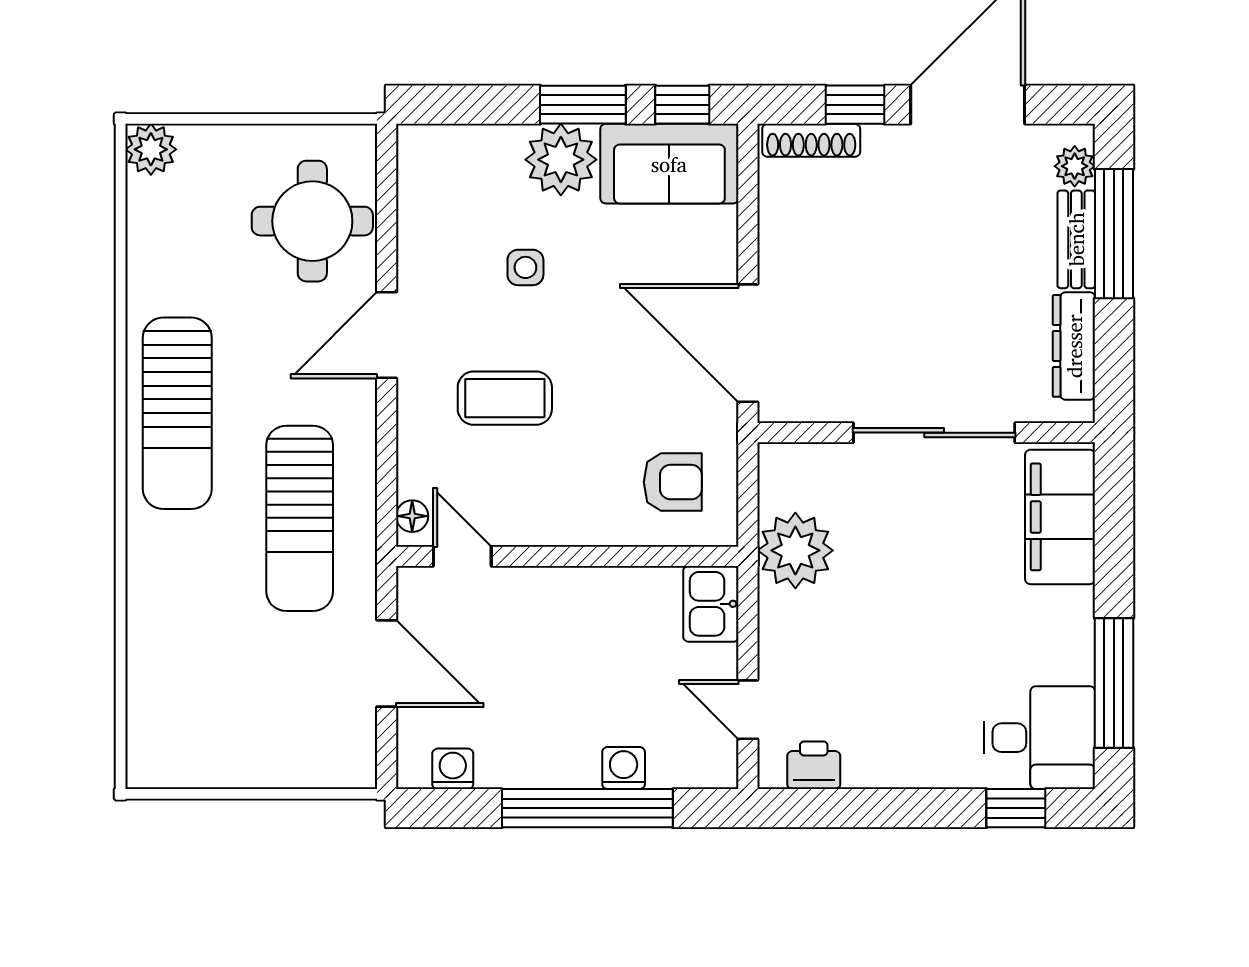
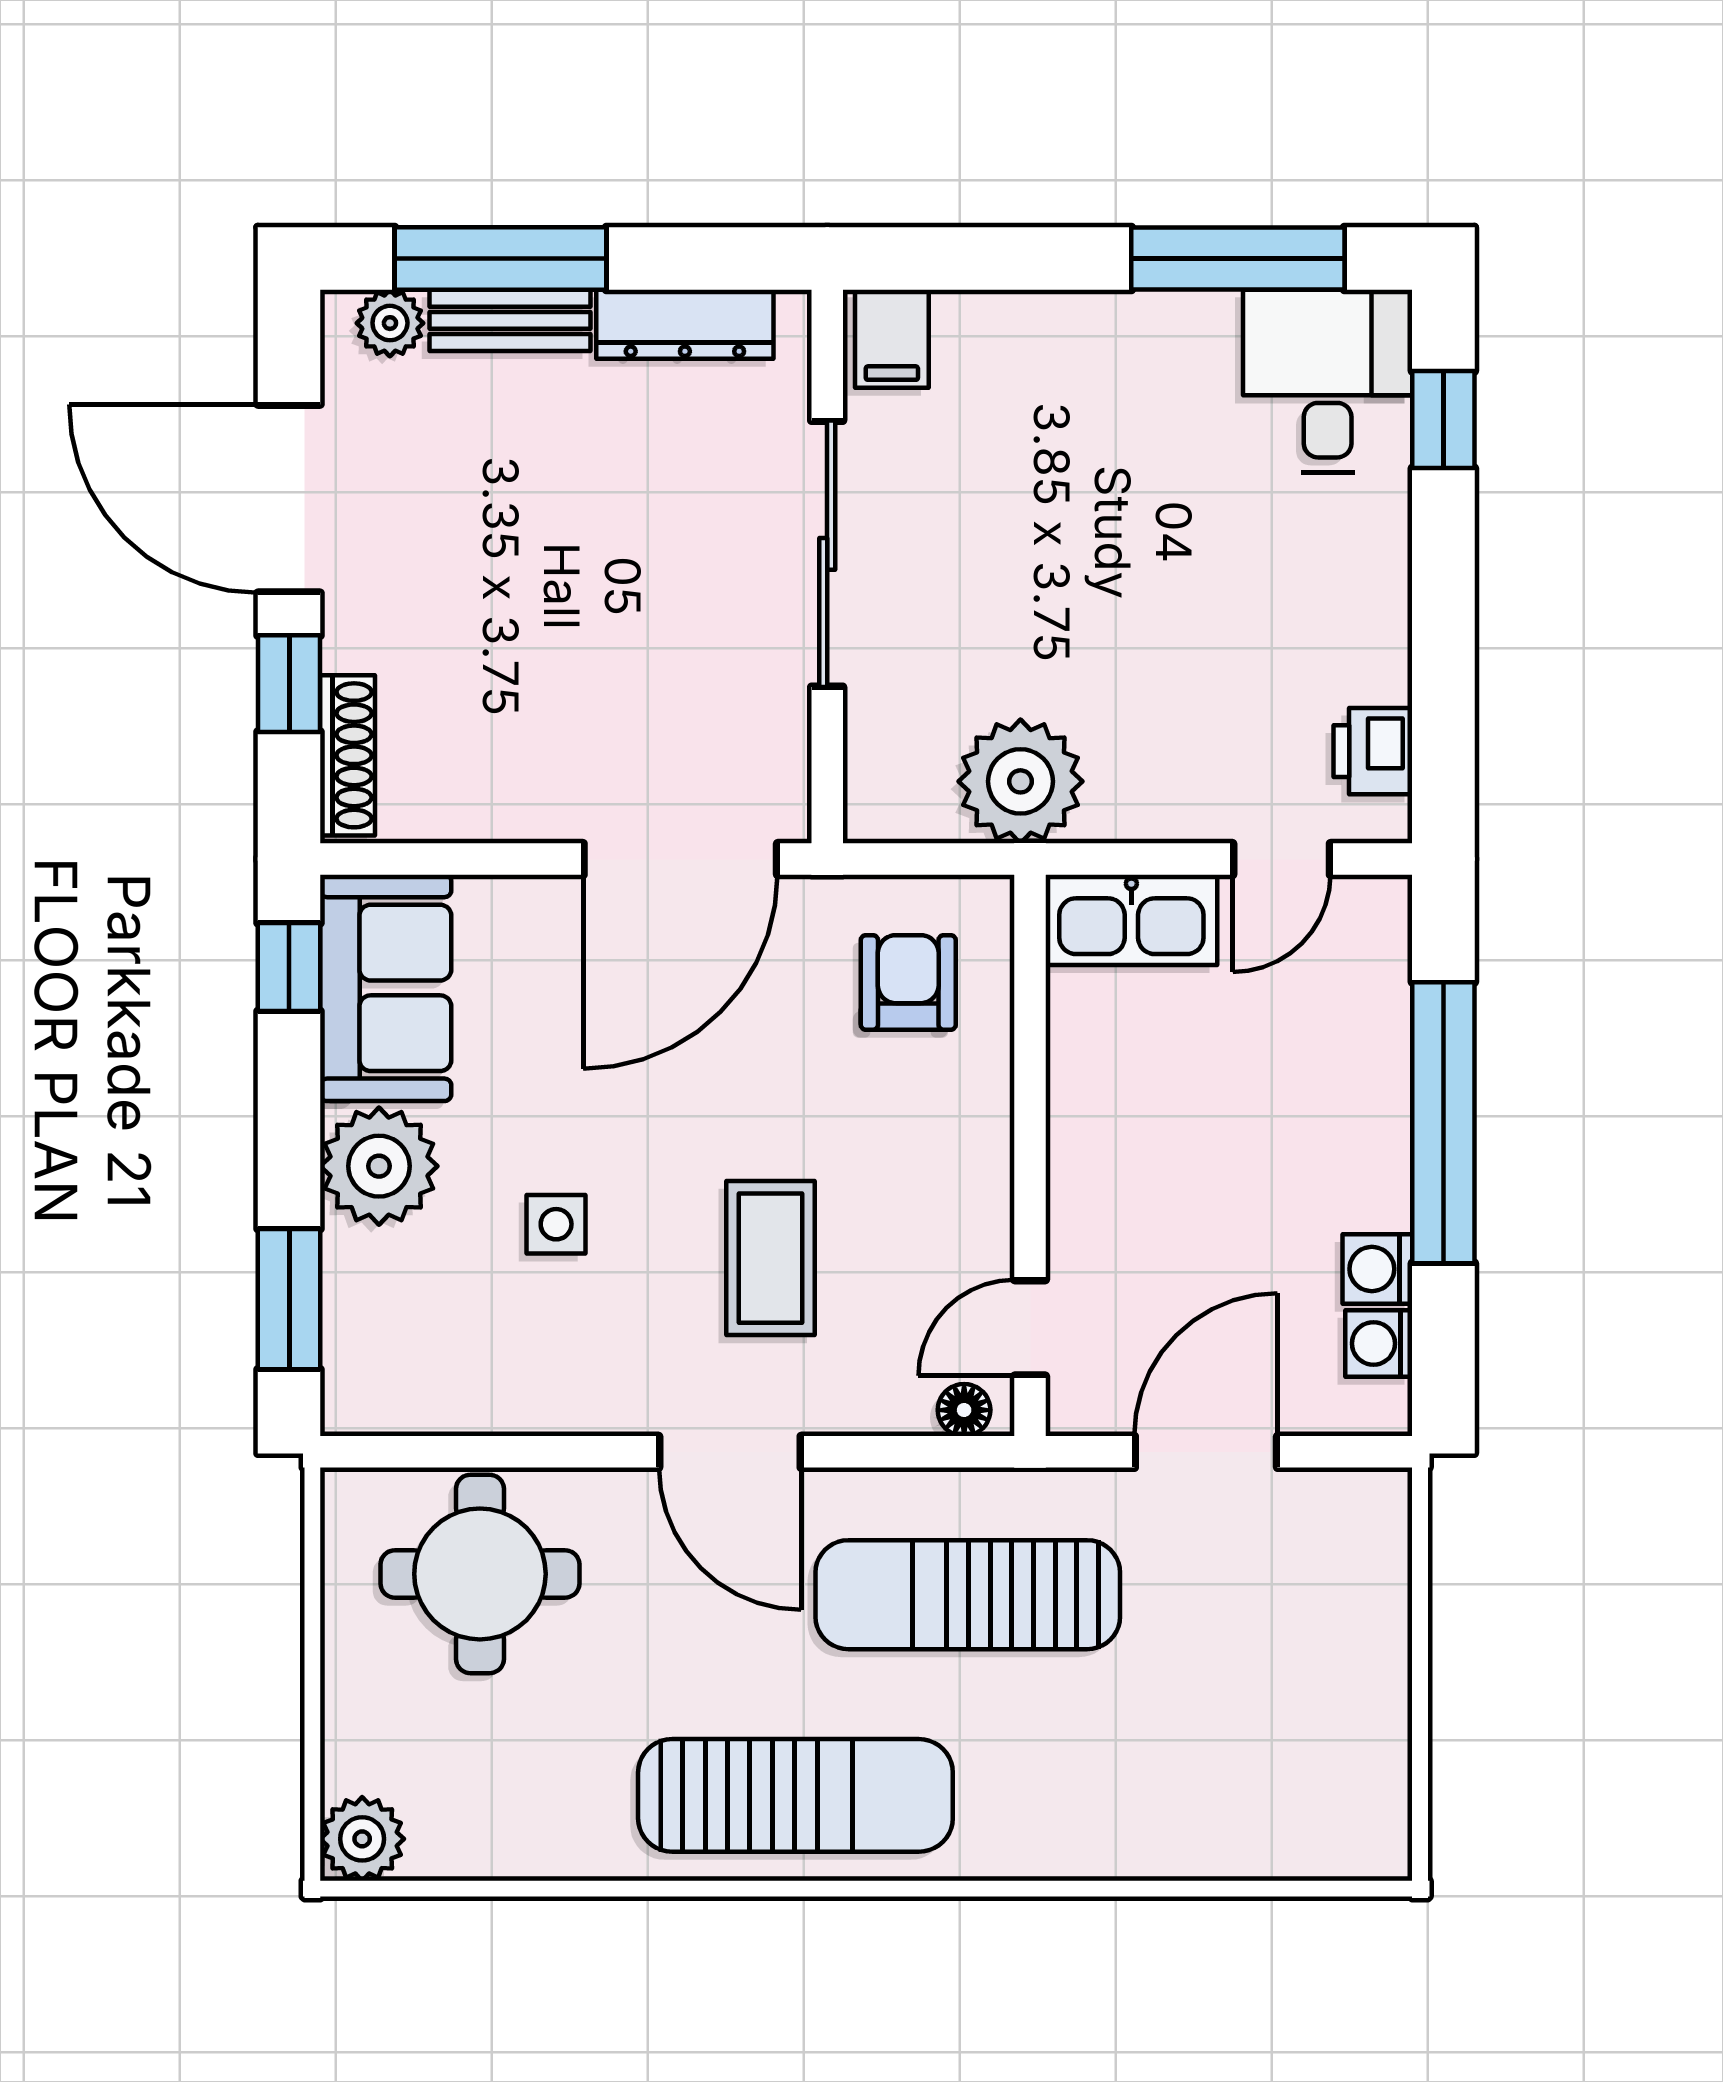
window: (583, 105) -> (289, 1299), moved
door: (387, 335) -> (730, 1452), moved
filing cabinet: (1060, 517) -> (892, 339), width x0.33, depth x0.86
sun lounger: (300, 518) -> (968, 1595), turned 180
kitchen sink: (711, 604) -> (1131, 920), width x1.38
washing machine: (624, 768) -> (1377, 1269), moved

